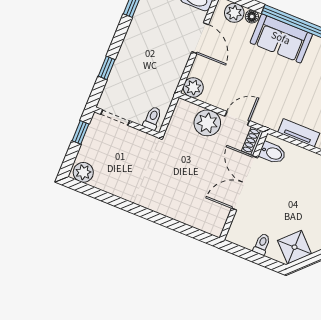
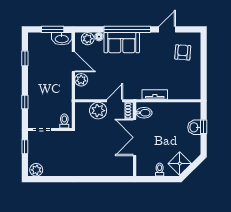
plant: (193, 87) -> (81, 80), moved

